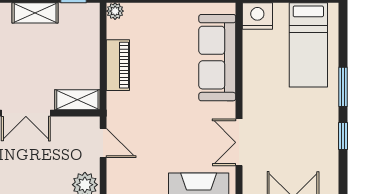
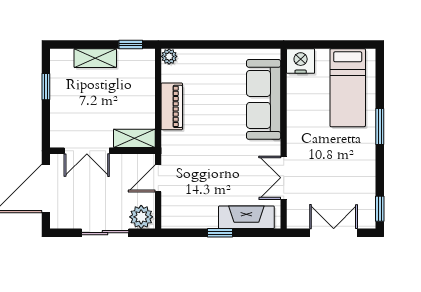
window: (343, 136) -> (380, 209), moved
door: (103, 143) -> (158, 178), swing flipped

